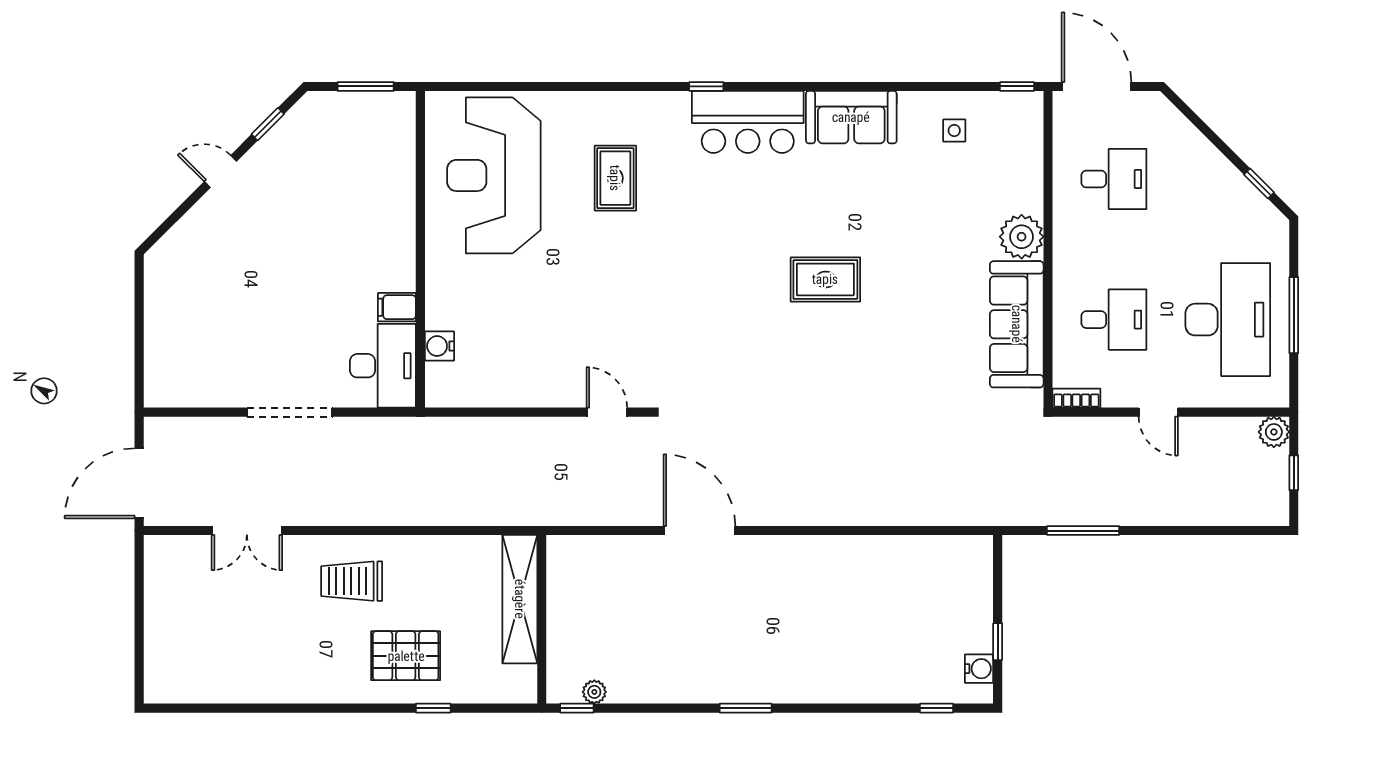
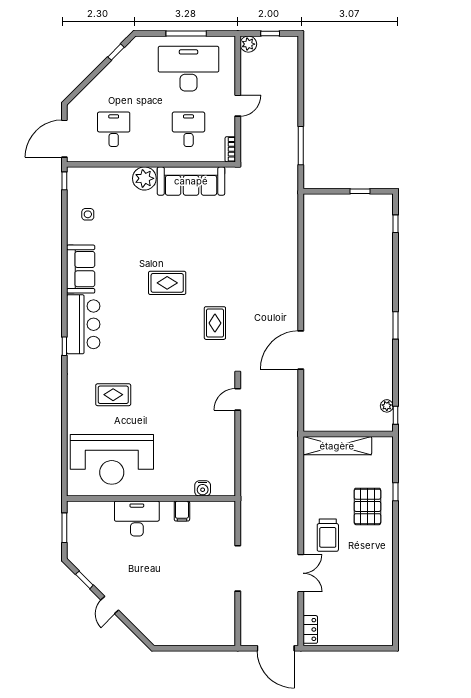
rug: (825, 279) -> (167, 283), turned 90
desk: (383, 366) -> (137, 519), moved
rug: (750, 369) -> (215, 323), added
double door: (247, 531) -> (301, 573), moved
locker: (175, 548) -> (310, 629), added
water cooler: (979, 669) -> (374, 201), removed

